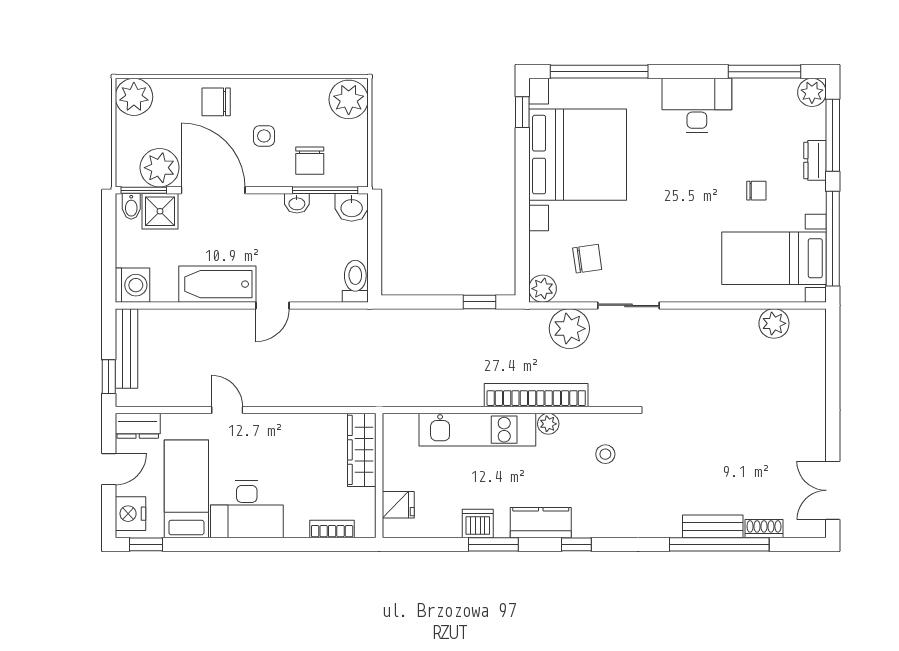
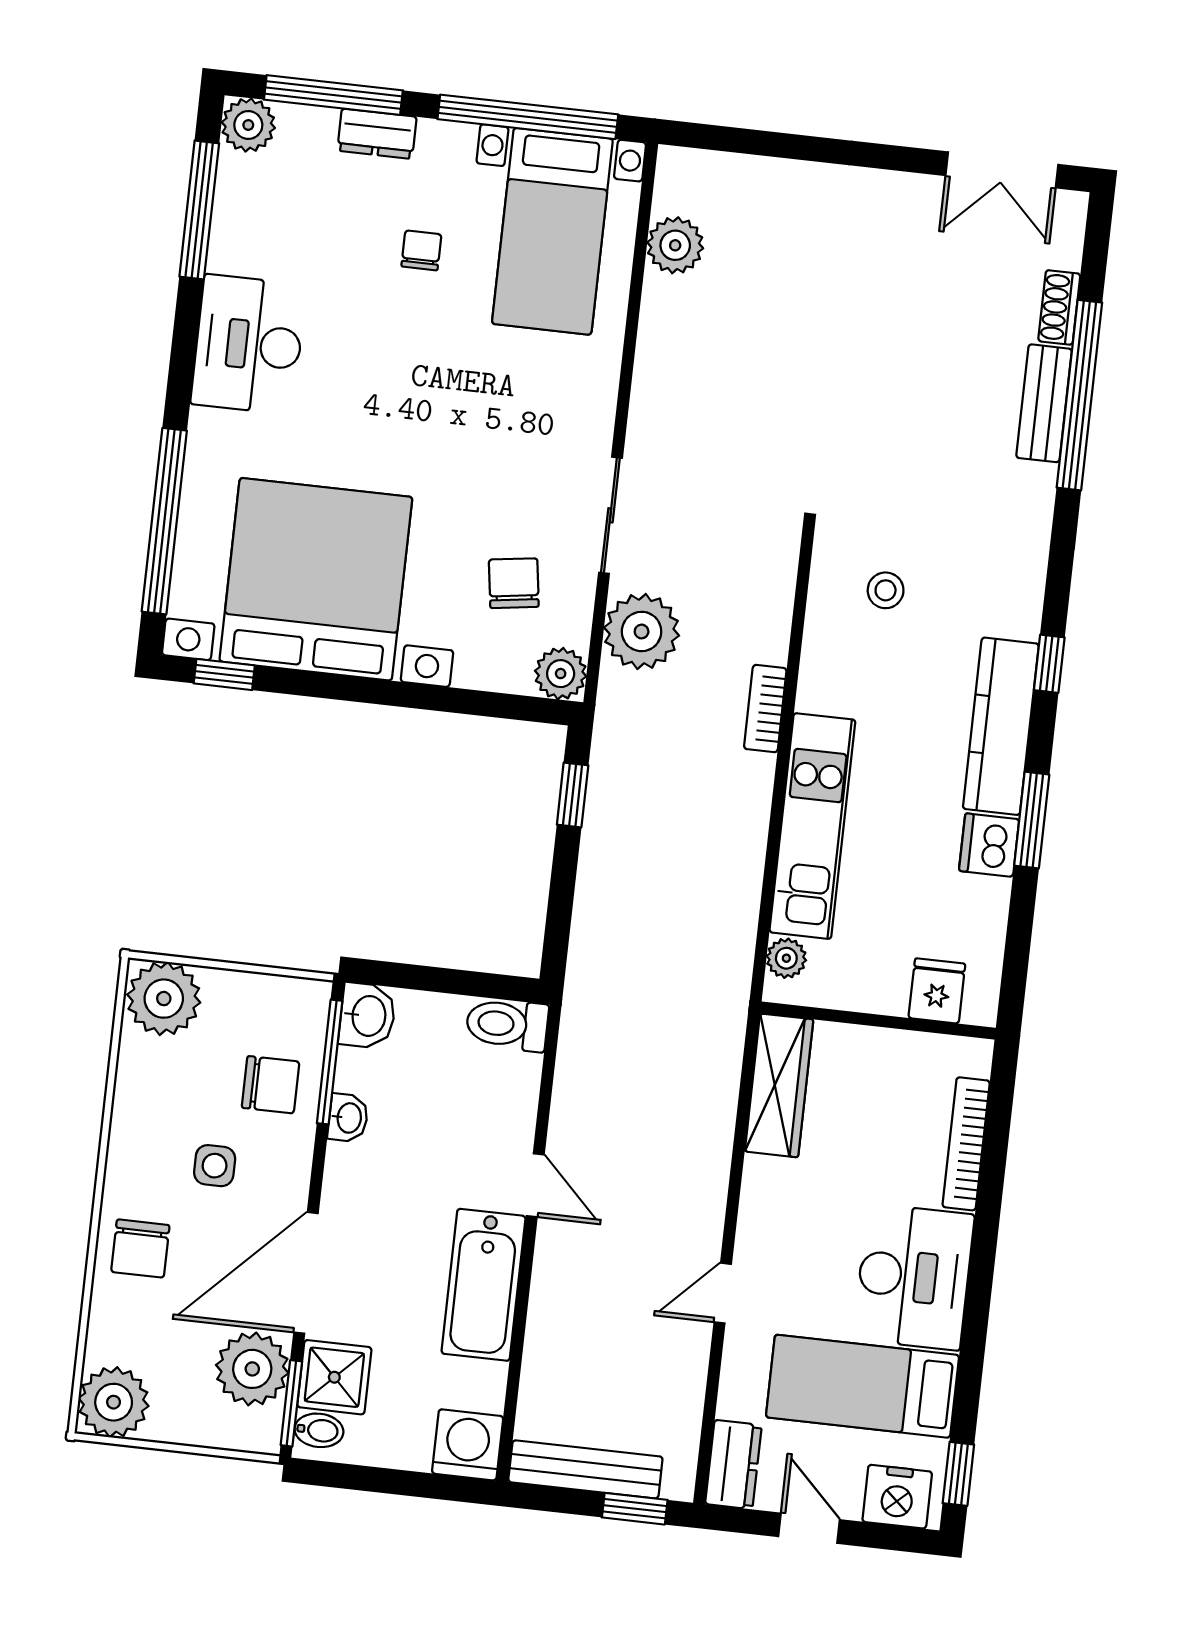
bookcase: (536, 395) -> (765, 709), width x0.43, depth x0.76
plant: (548, 424) -> (786, 958), moved
wardrobe: (362, 450) -> (779, 1085), moved, turned -90
kitchen counter: (541, 523) -> (1001, 726), width x1.50
bookcase: (332, 529) -> (966, 1144), width x1.56

